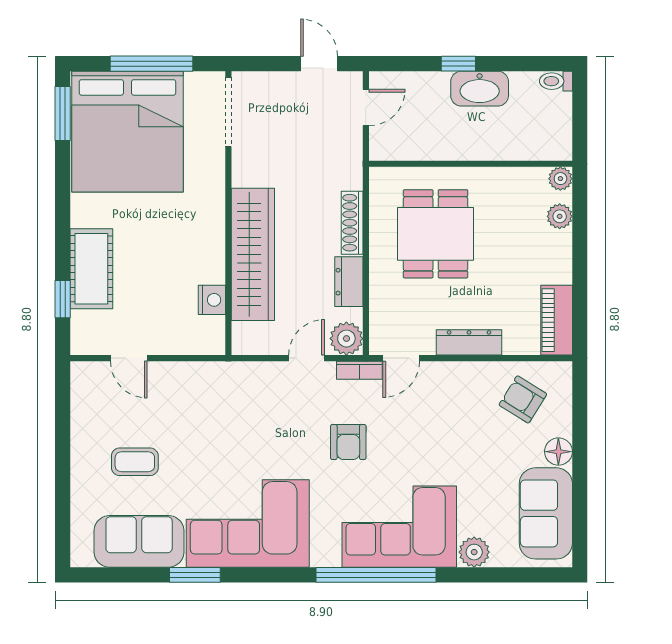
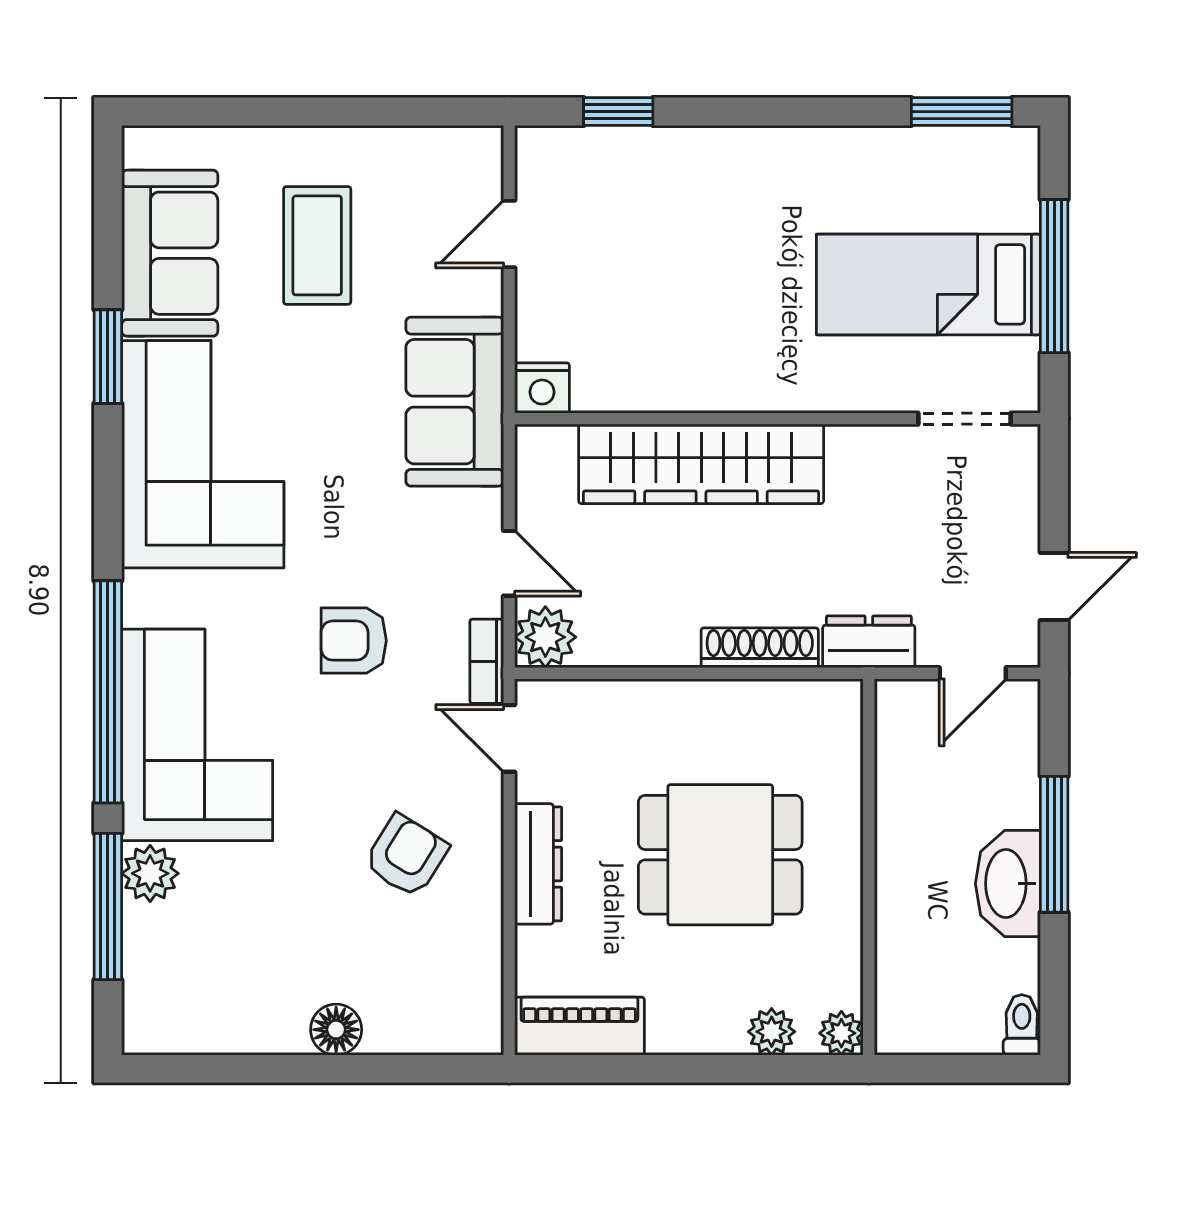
window: (458, 64) -> (1054, 844), width x2.17
door: (366, 108) -> (973, 673), hinge flipped
doorway: (228, 112) -> (964, 419), width x0.73
bed: (127, 132) -> (928, 284), width x0.49
dining table: (436, 234) -> (720, 855), moved
cot: (91, 269) -> (674, 165), removed
dresser: (349, 282) -> (869, 642), moved
nightstand: (212, 300) -> (542, 388), moved
armchair: (523, 399) -> (406, 856), moved
coffee table: (135, 462) -> (317, 245), width x1.36, depth x1.30
sofa: (546, 513) -> (455, 402), moved, turned -90
window: (492, 575) -> (108, 907), added

